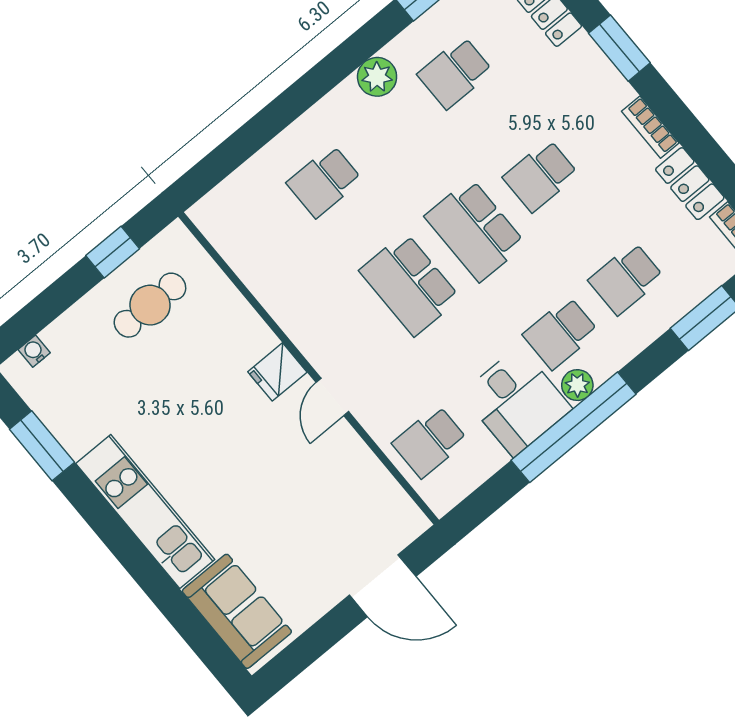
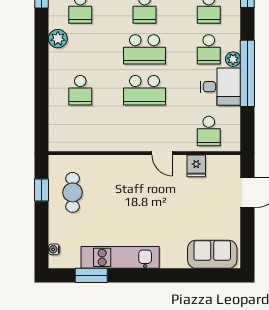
fridge: (277, 372) -> (196, 166), moved
kitchen unit: (145, 511) -> (120, 257), moved

